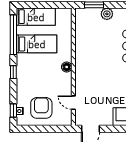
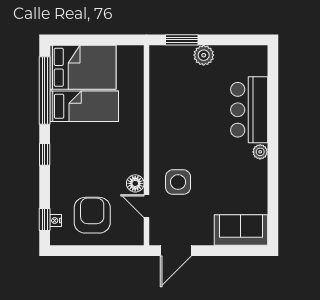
bed: (36, 17) -> (83, 67), width x1.50
floor lamp: (67, 67) -> (135, 183), moved
side table: (92, 88) -> (178, 182), added

